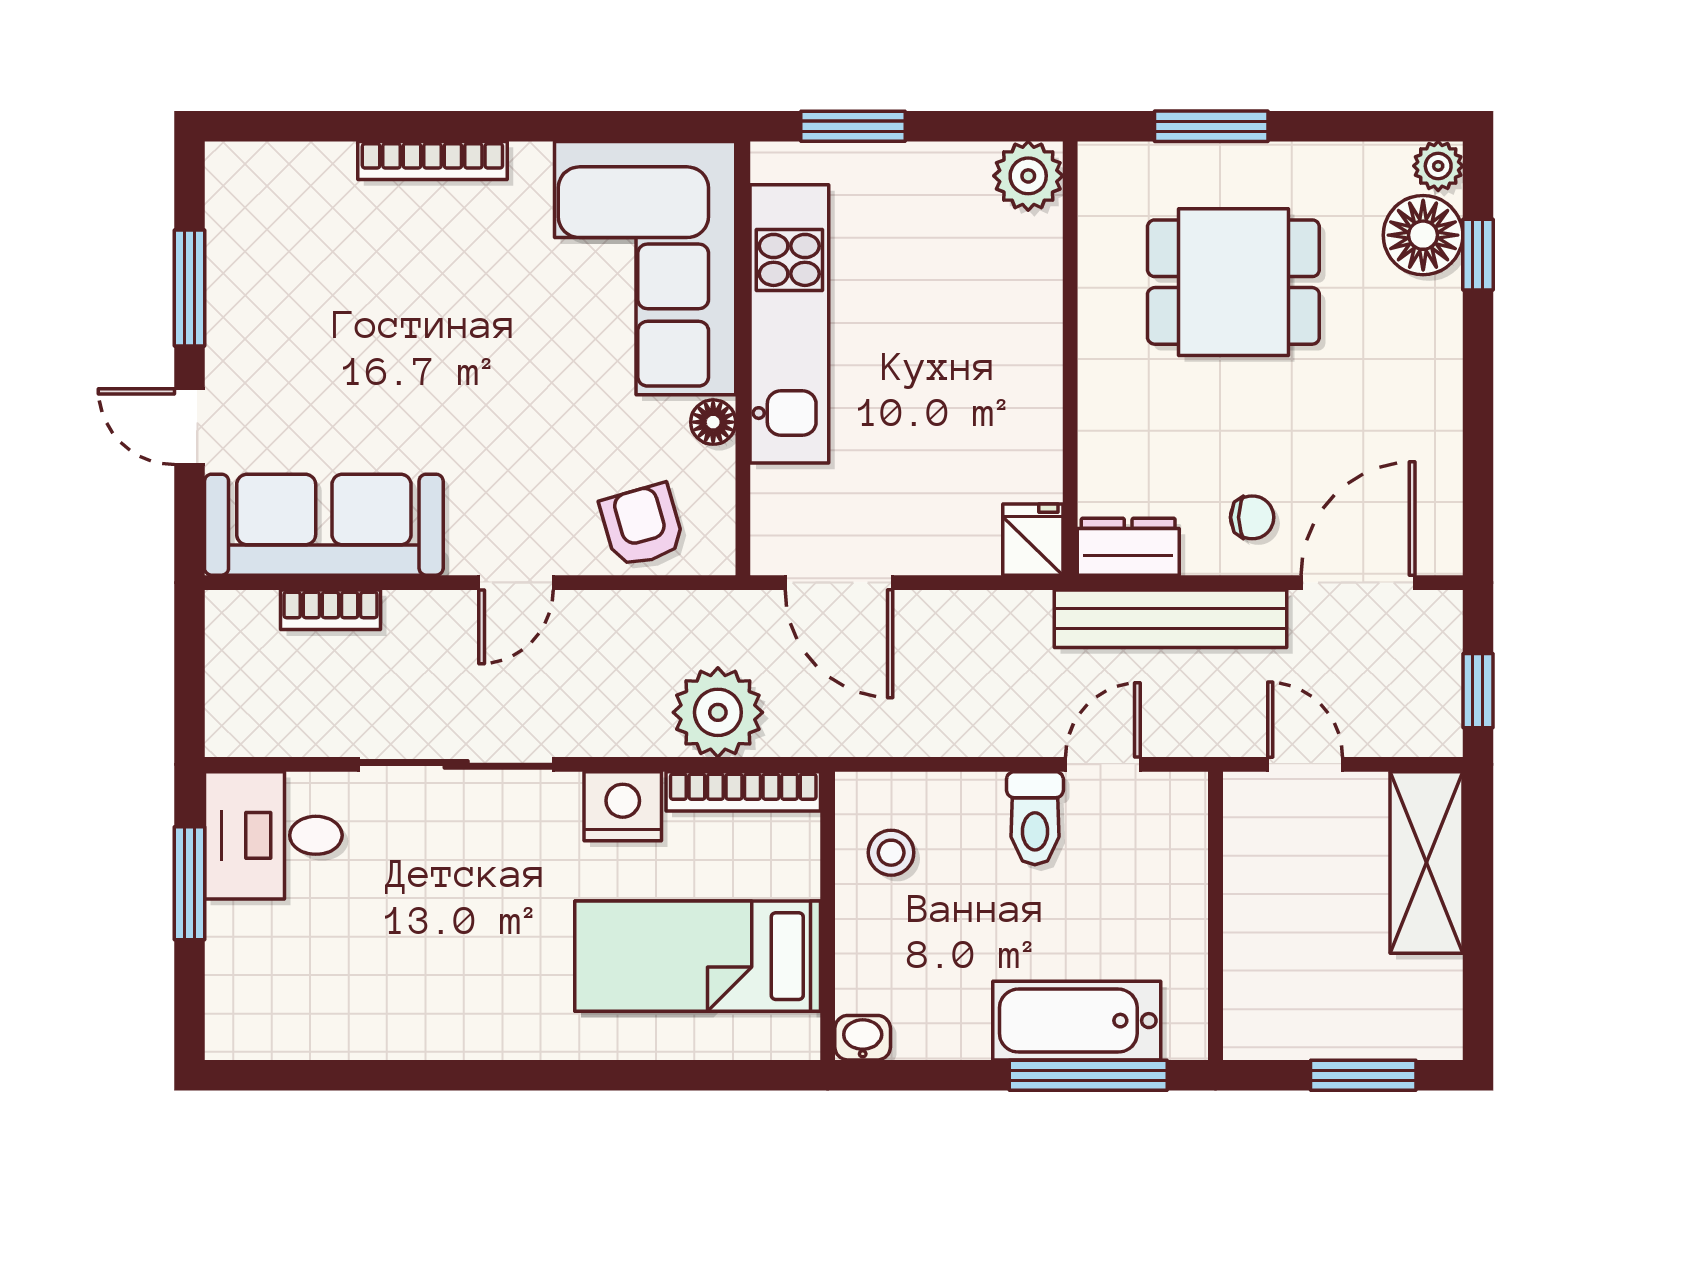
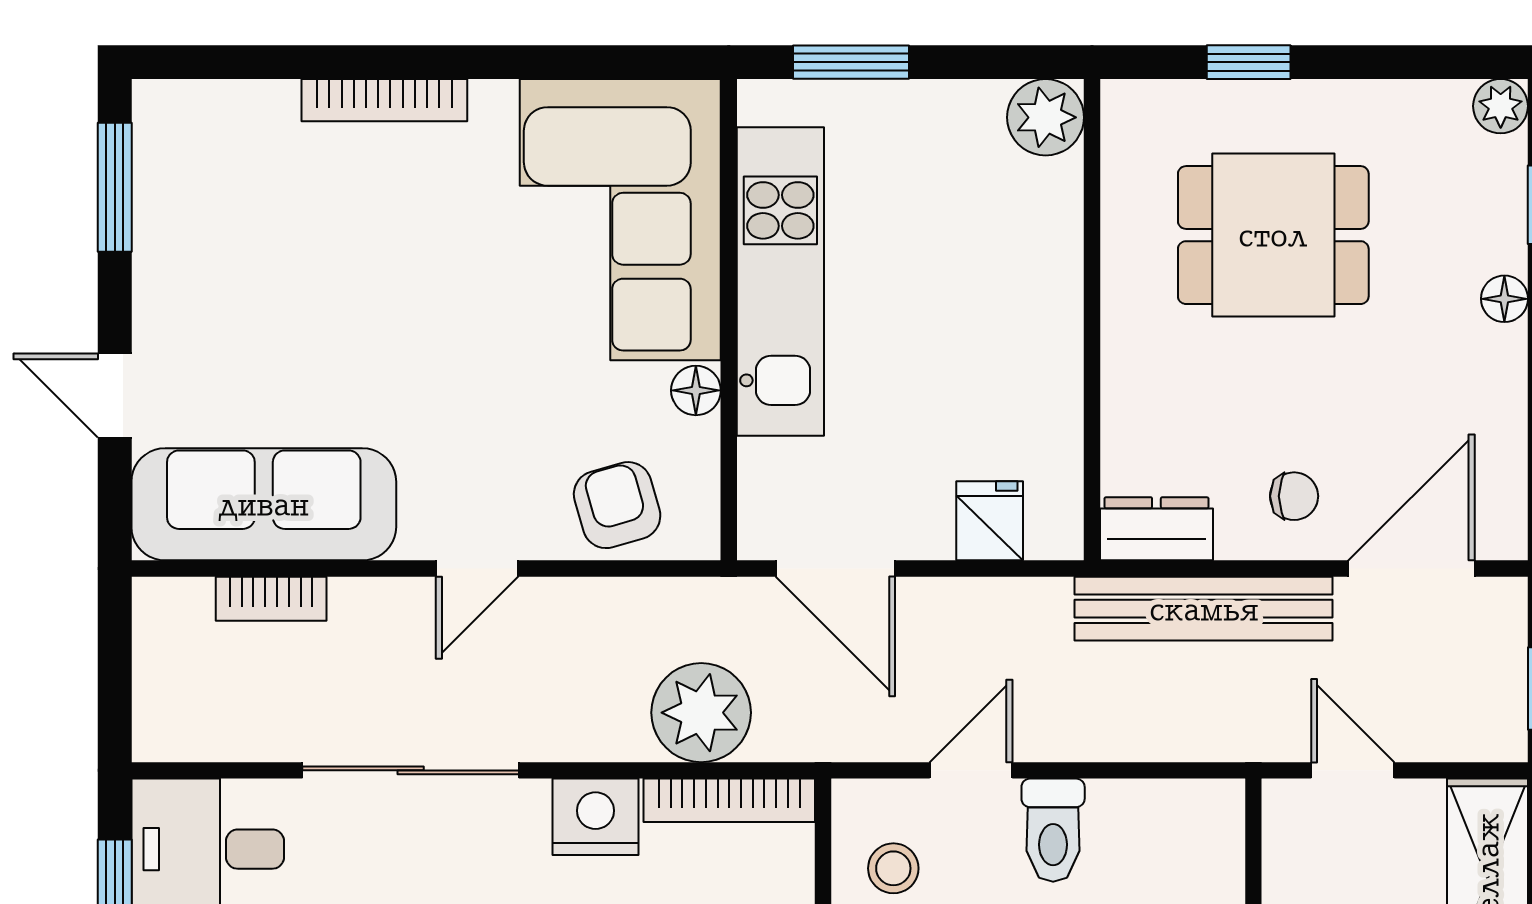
window: (1211, 126) -> (1249, 62), width x0.67
floor lamp: (1423, 235) -> (1504, 299), moved, width x0.53, depth x0.53
window: (190, 288) -> (115, 187), moved
fridge: (1033, 540) -> (990, 521), moved
door: (1103, 764) -> (971, 770), moved

